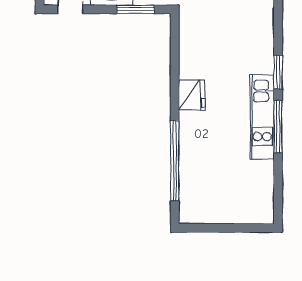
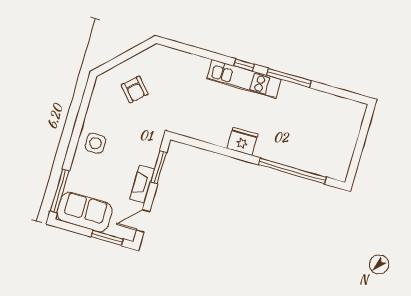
window: (278, 72) -> (244, 65), width x0.67
kitchen unit: (262, 117) -> (244, 79), moved

